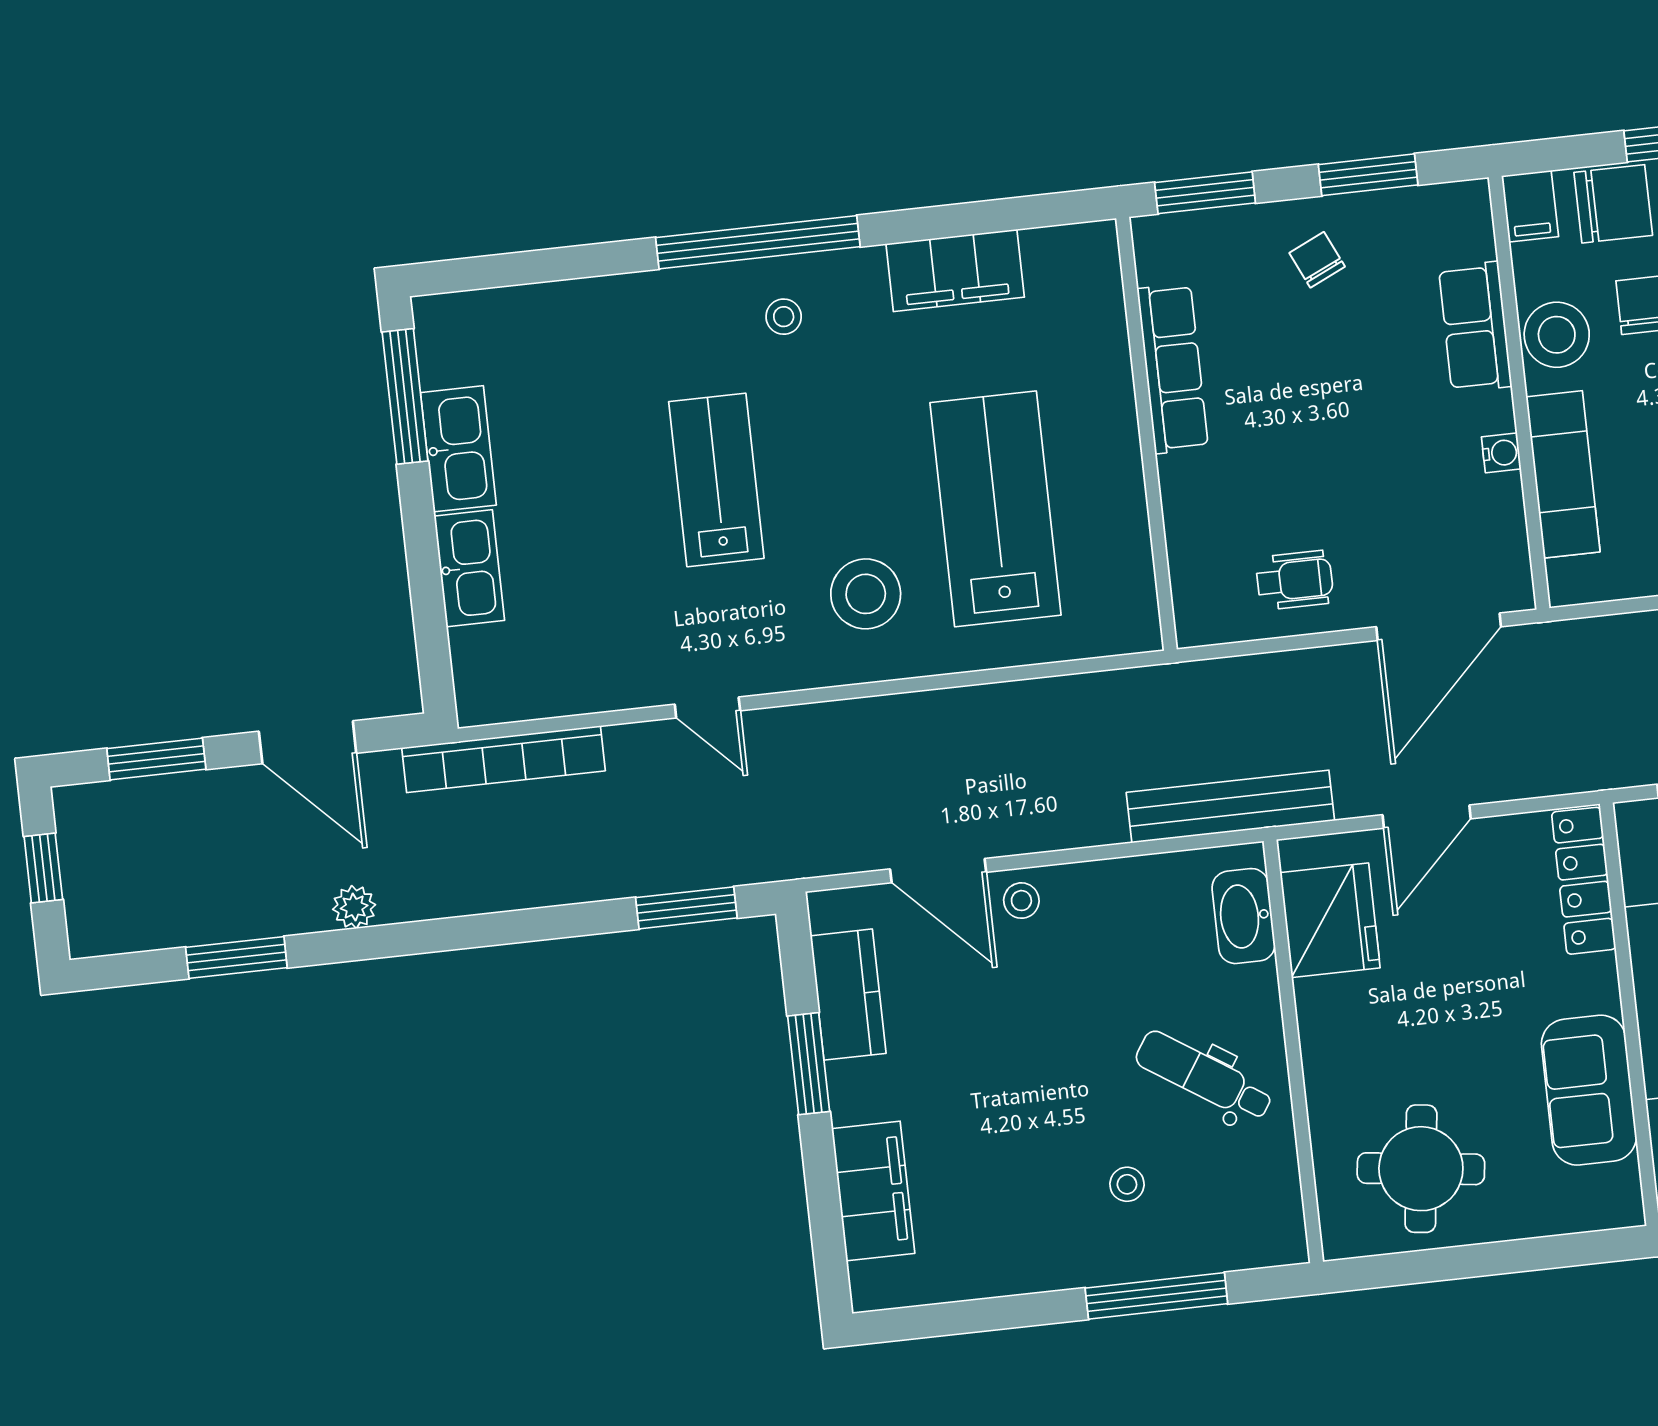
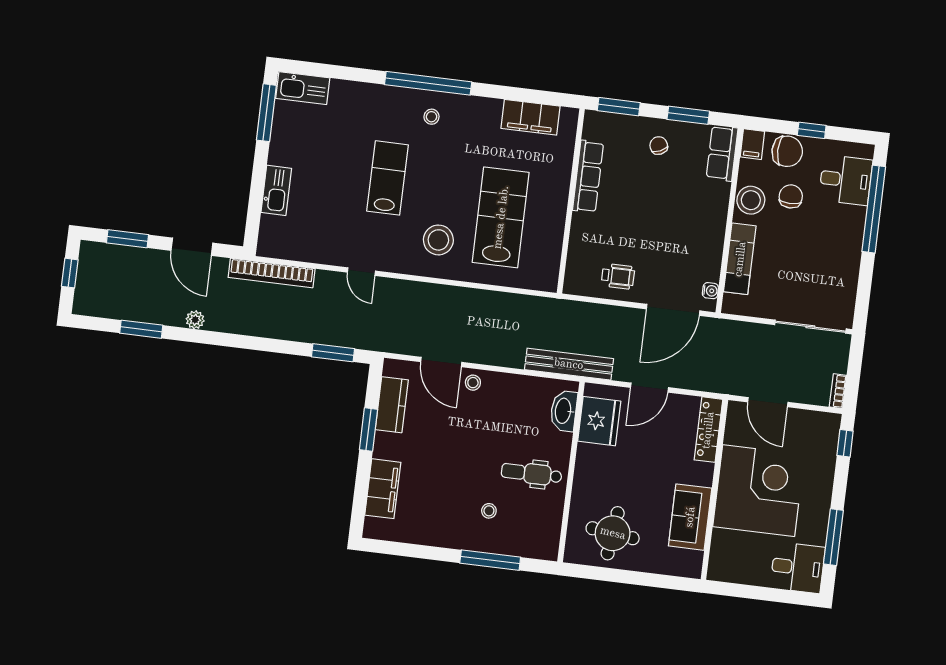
filing cabinet: (955, 270) -> (530, 117), moved
row of seats: (1475, 327) -> (722, 153), moved
kitchen sink: (458, 449) -> (303, 88), moved, turned 90
water cooler: (1501, 453) -> (710, 291), moved
dental chair: (1204, 1076) -> (532, 474), turned -33

